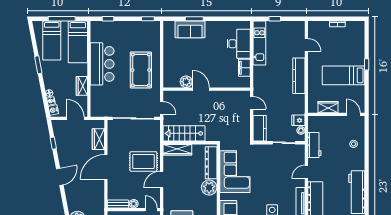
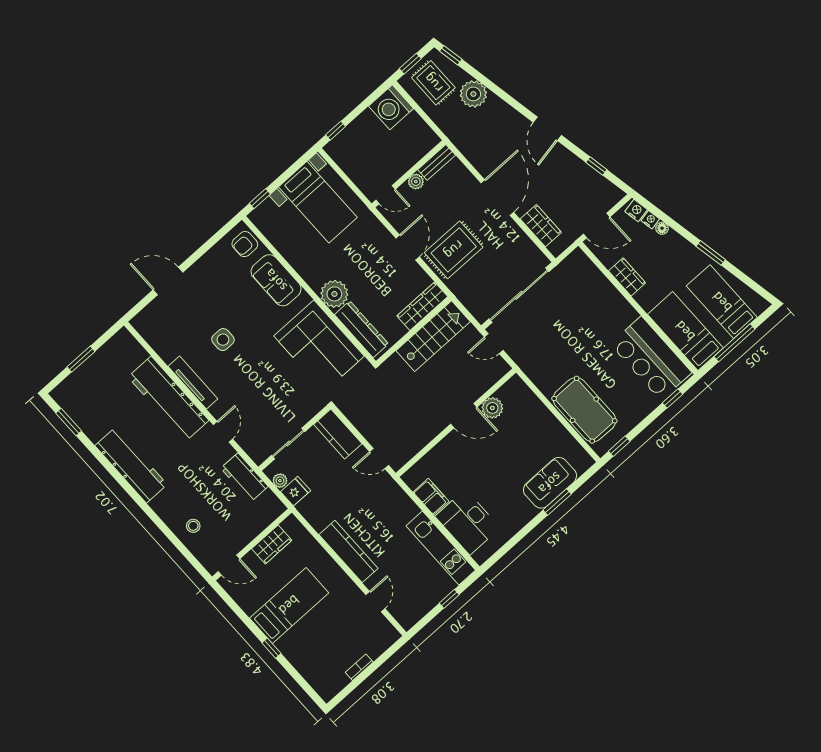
door: (306, 45) -> (375, 602), swing flipped
bar counter: (102, 64) -> (651, 358), moved
pool table: (141, 70) -> (584, 410), moved

